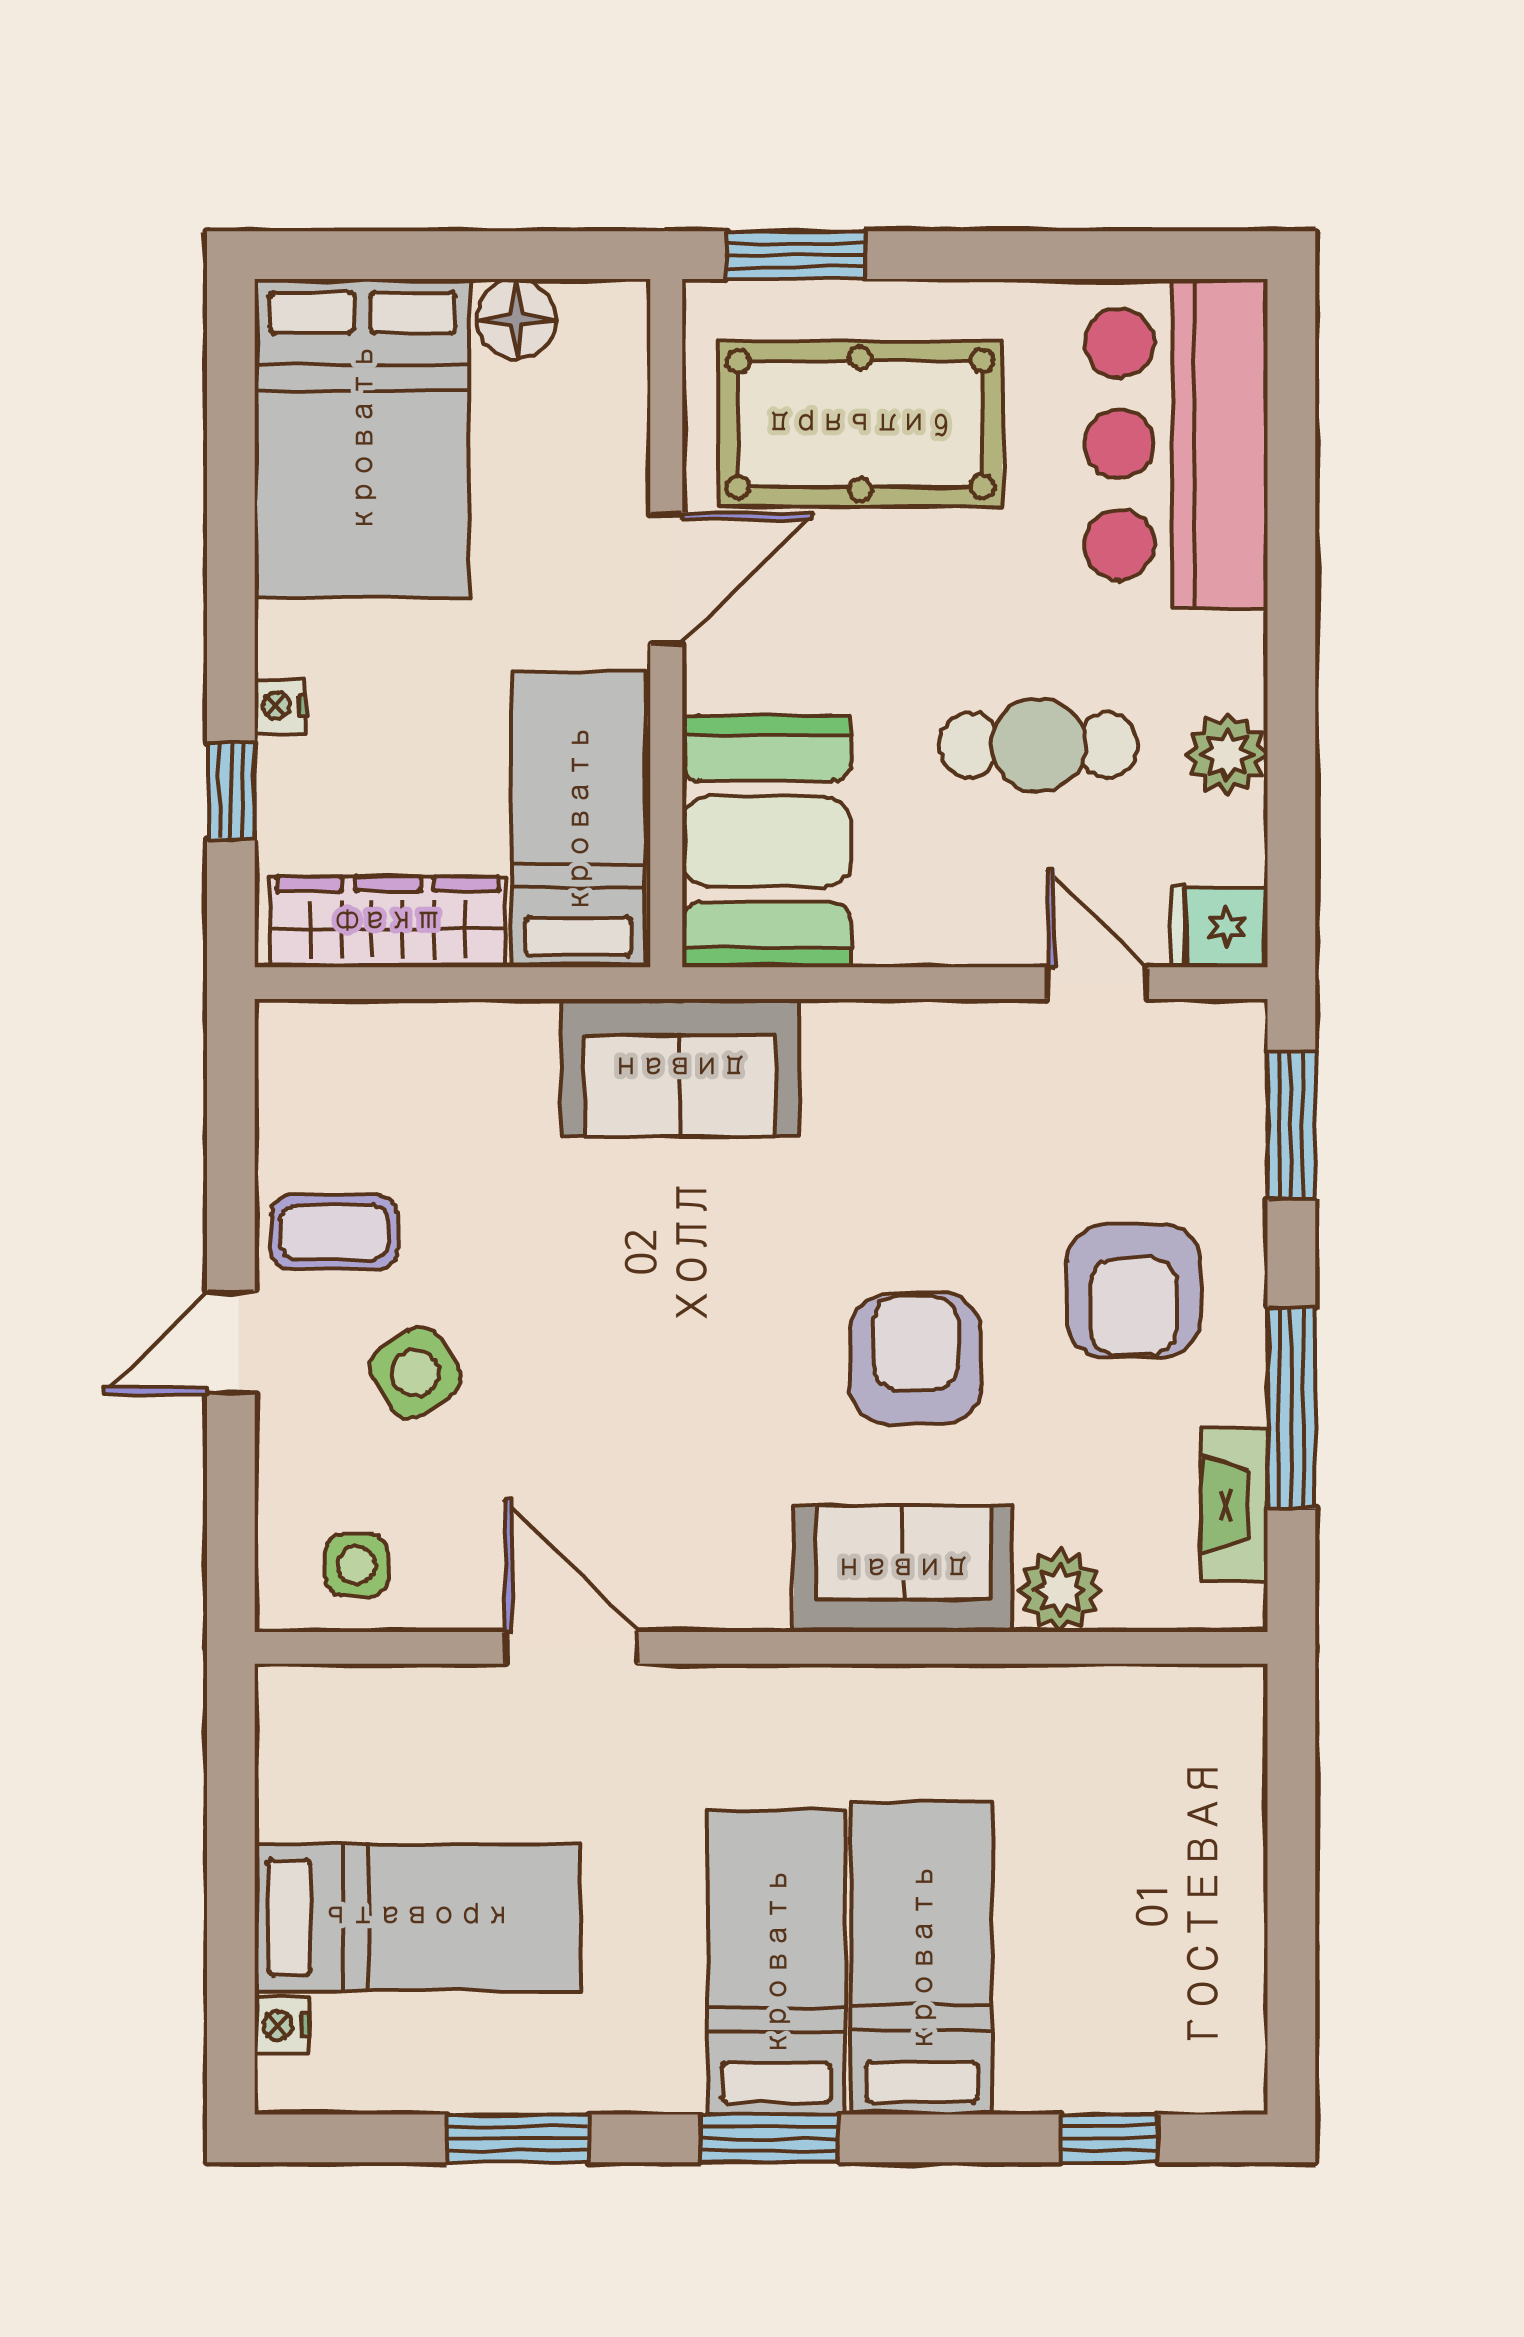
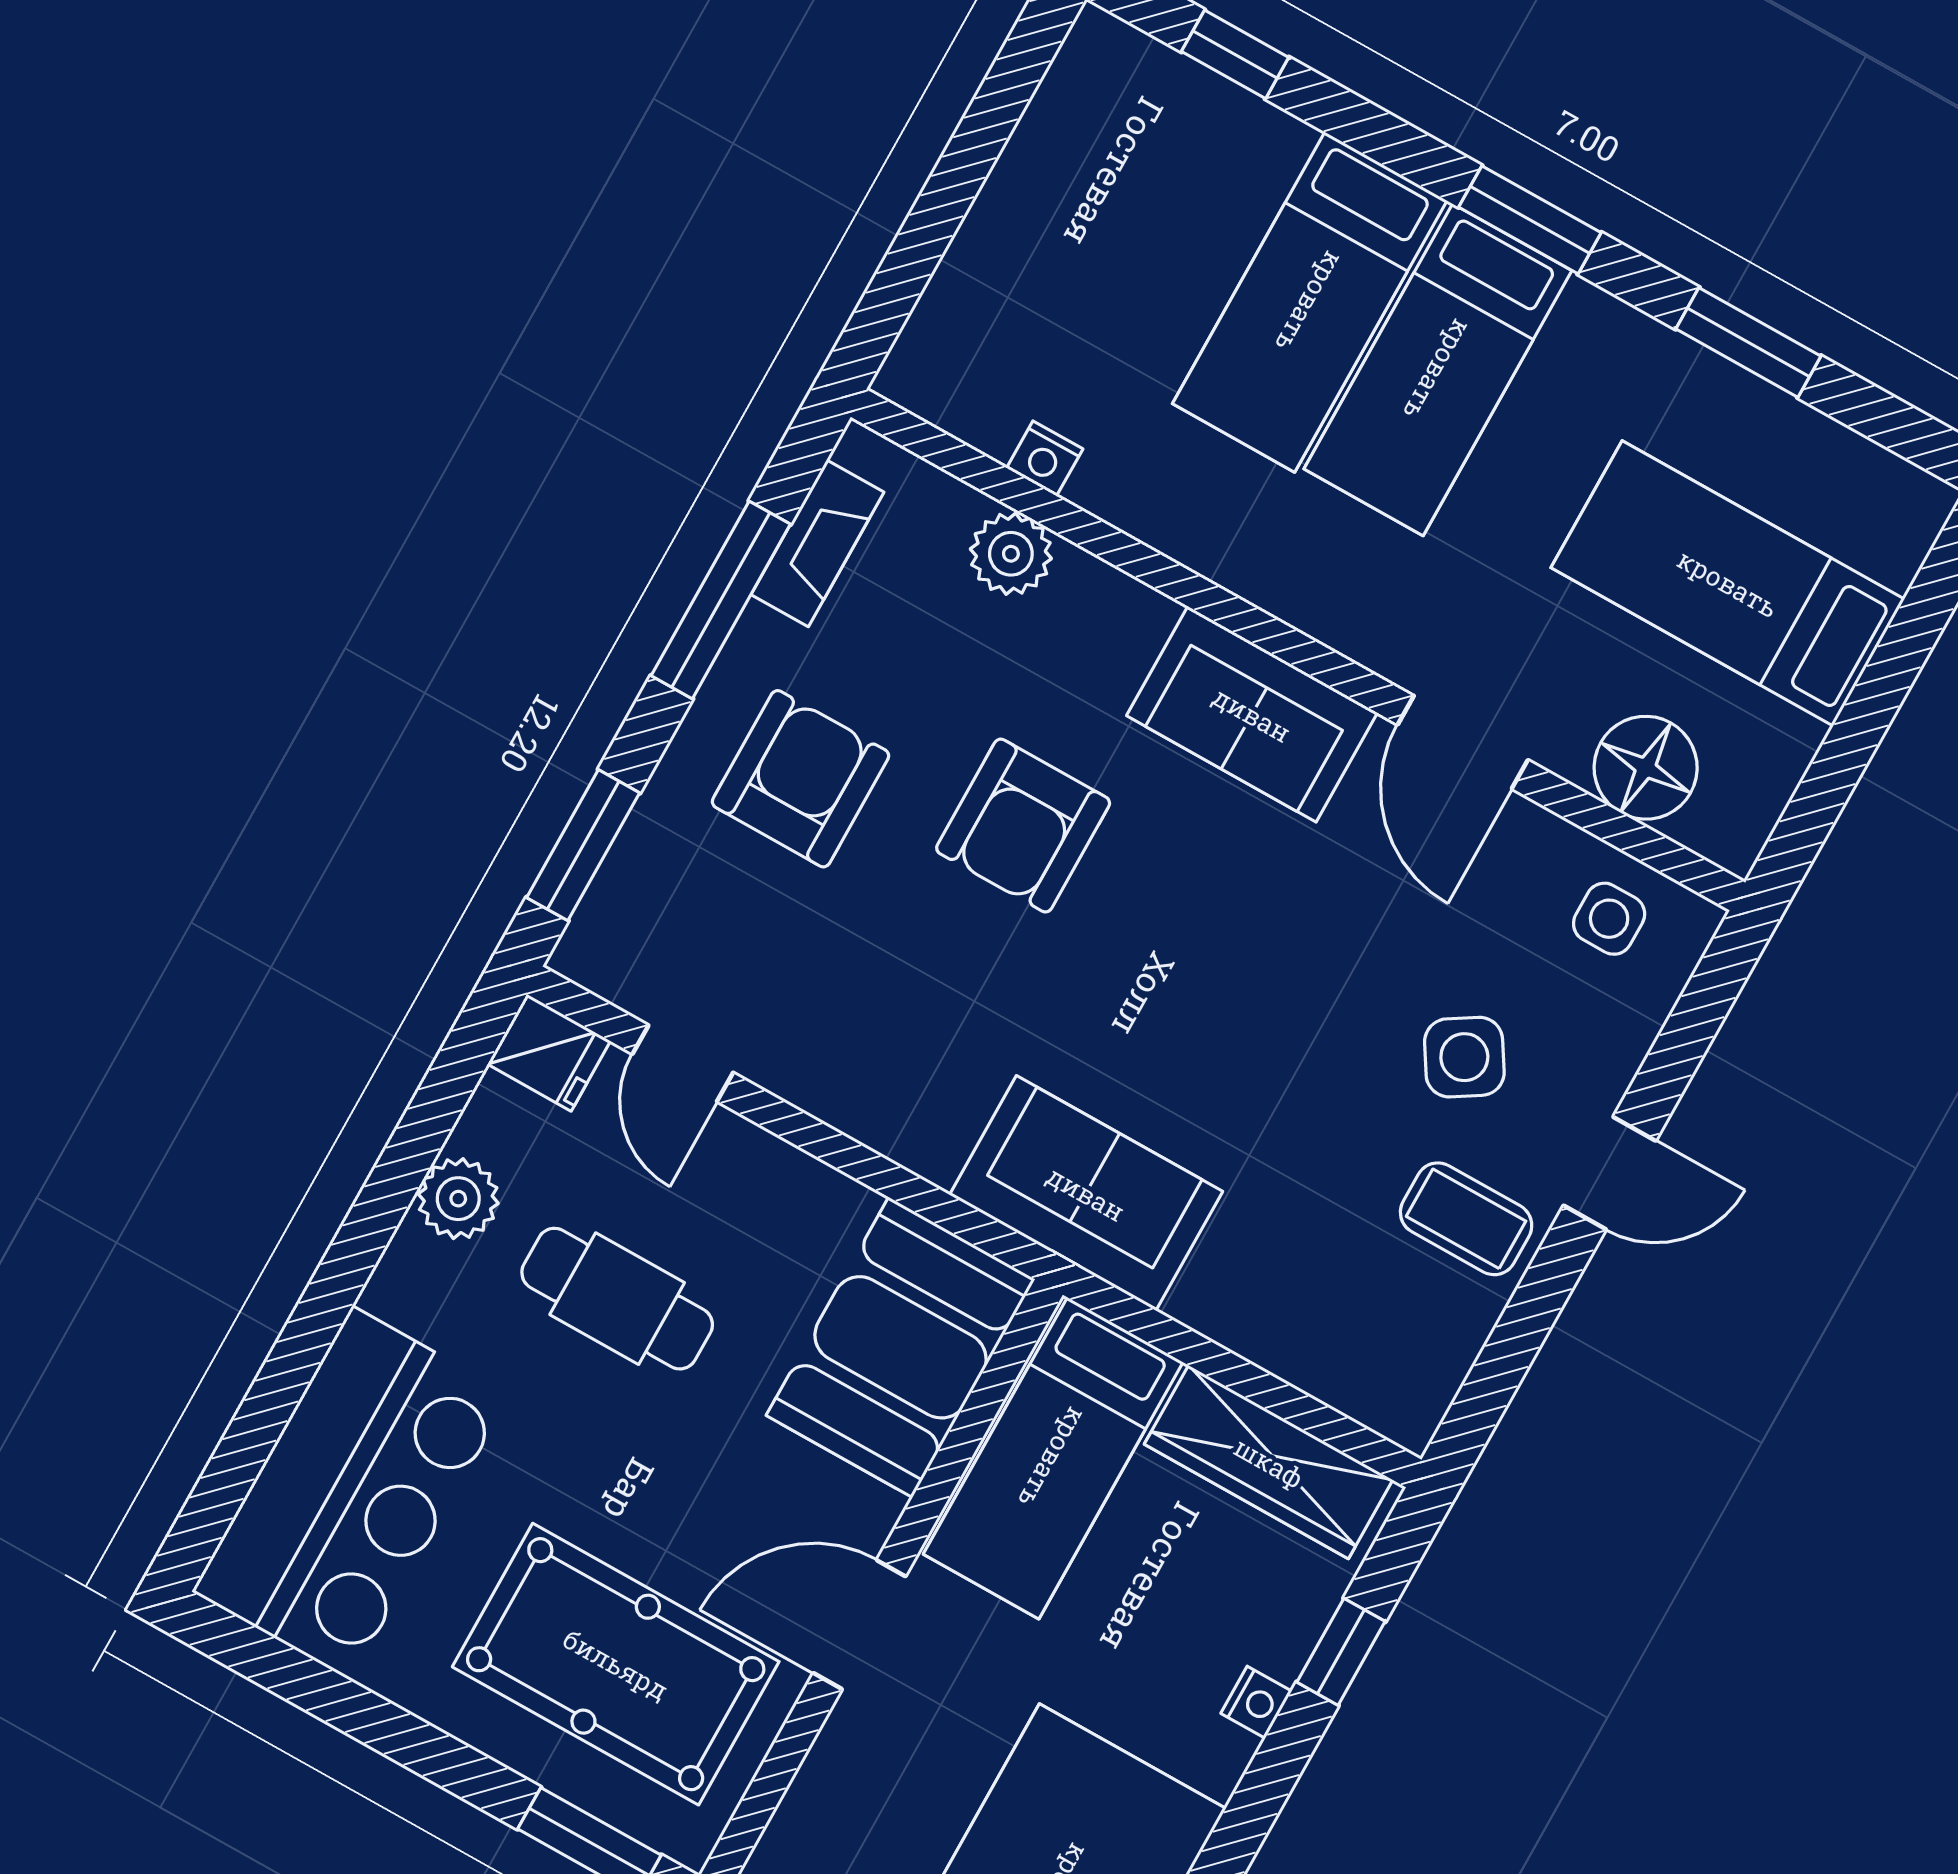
sofa: (903, 1569) -> (1252, 714), moved
floor lamp: (399, 1715) -> (1646, 768), added
nightstand: (282, 2026) -> (1045, 459), moved, turned 90

